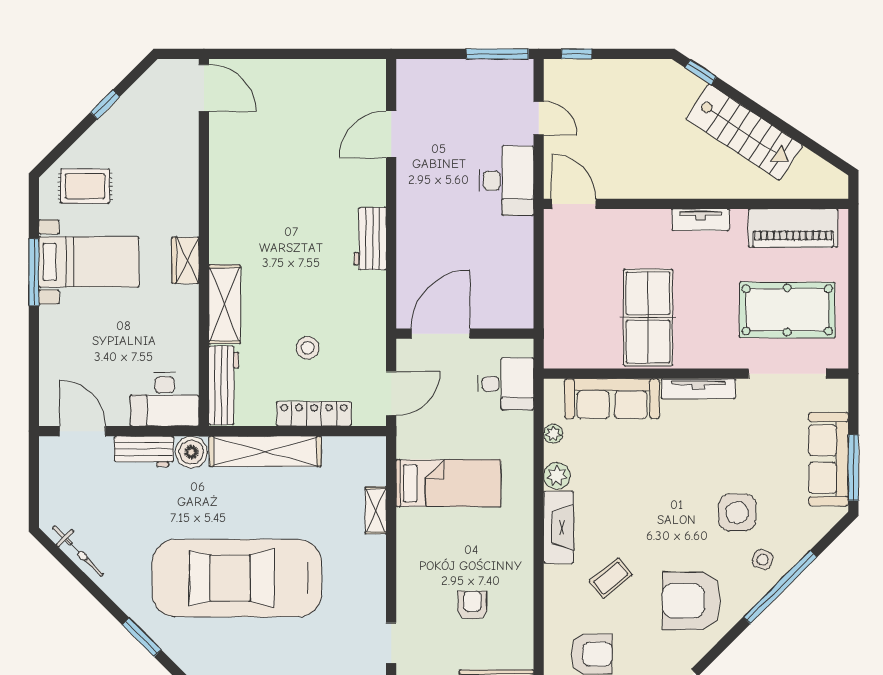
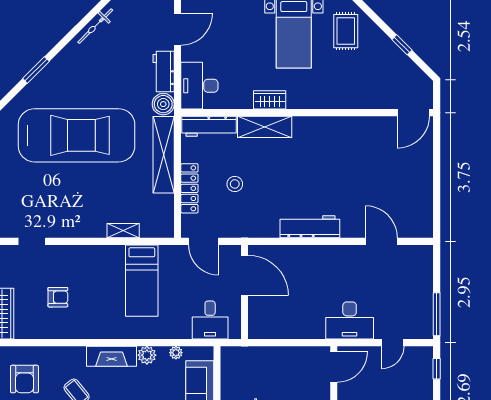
workbench: (370, 238) -> (310, 227), width x1.38
wardrobe: (185, 260) -> (270, 100), moved
car: (237, 578) -> (77, 135), turned 90

